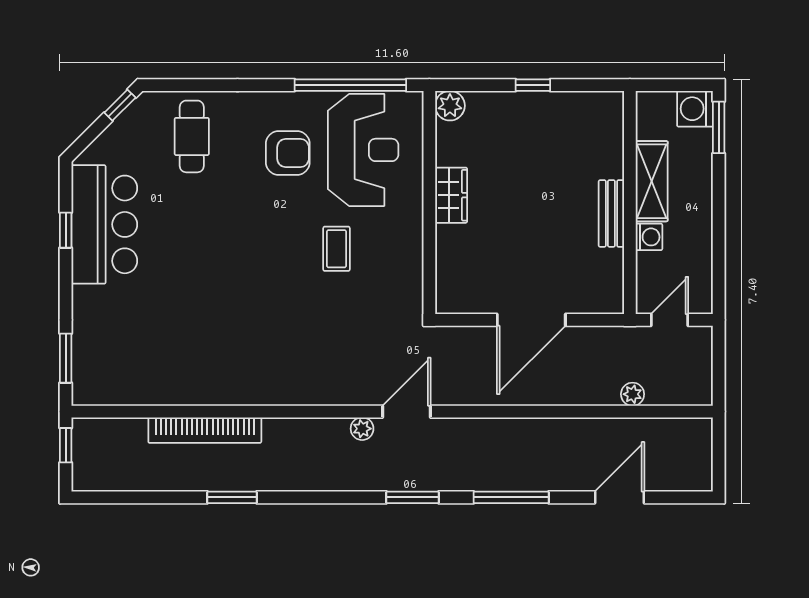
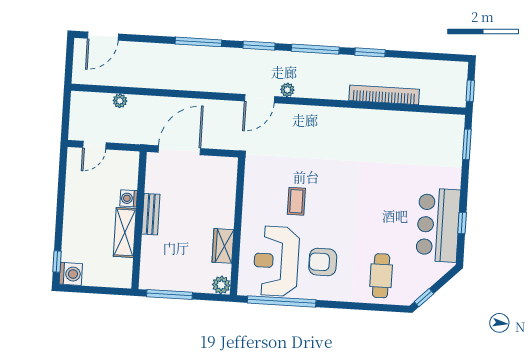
window: (533, 85) -> (170, 295), width x2.17
window: (719, 127) -> (57, 262), width x0.67
shelving: (652, 181) -> (125, 232), moved
wardrobe: (451, 195) -> (223, 246), moved
wall: (630, 202) -> (139, 220), moved
bench: (611, 213) -> (151, 214), moved
washing machine: (649, 237) -> (129, 198), moved
window: (321, 497) -> (315, 49), added
door: (619, 497) -> (103, 36), moved

